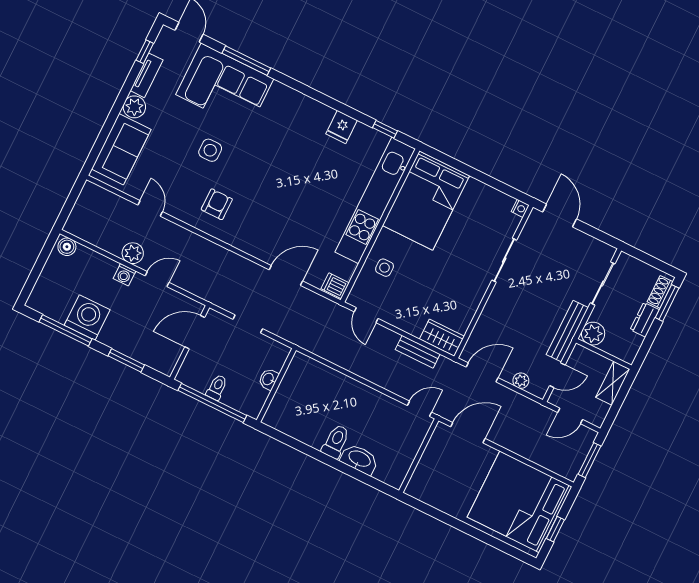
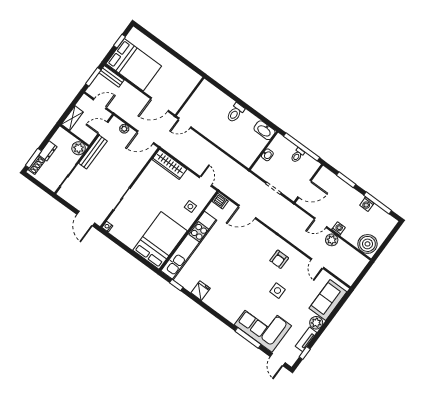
boiler: (67, 247) -> (368, 244), width x1.86, depth x1.86
washing machine: (87, 318) -> (367, 204), width x0.53, depth x0.53
wardrobe: (442, 338) -> (169, 164), width x1.50
bench: (418, 352) -> (112, 76), moved
washbasin: (359, 459) -> (264, 130), moved
bed: (520, 502) -> (134, 65), width x0.73

